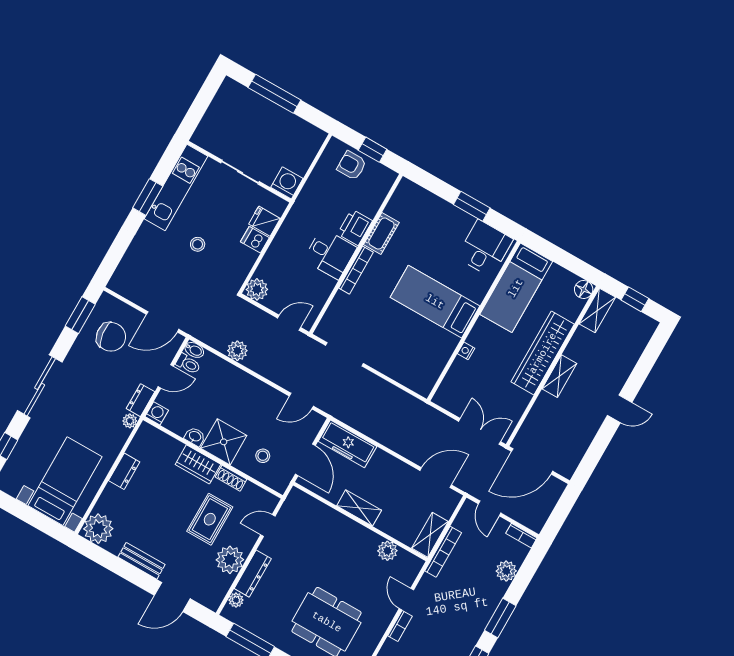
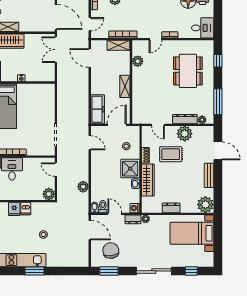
wardrobe: (198, 464) -> (148, 180), width x1.50

